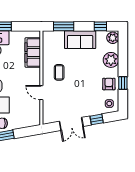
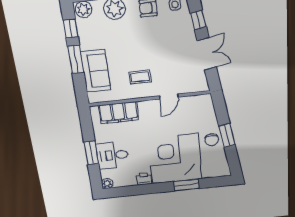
window: (64, 26) -> (76, 59), moved
sofa: (80, 40) -> (95, 71), moved

